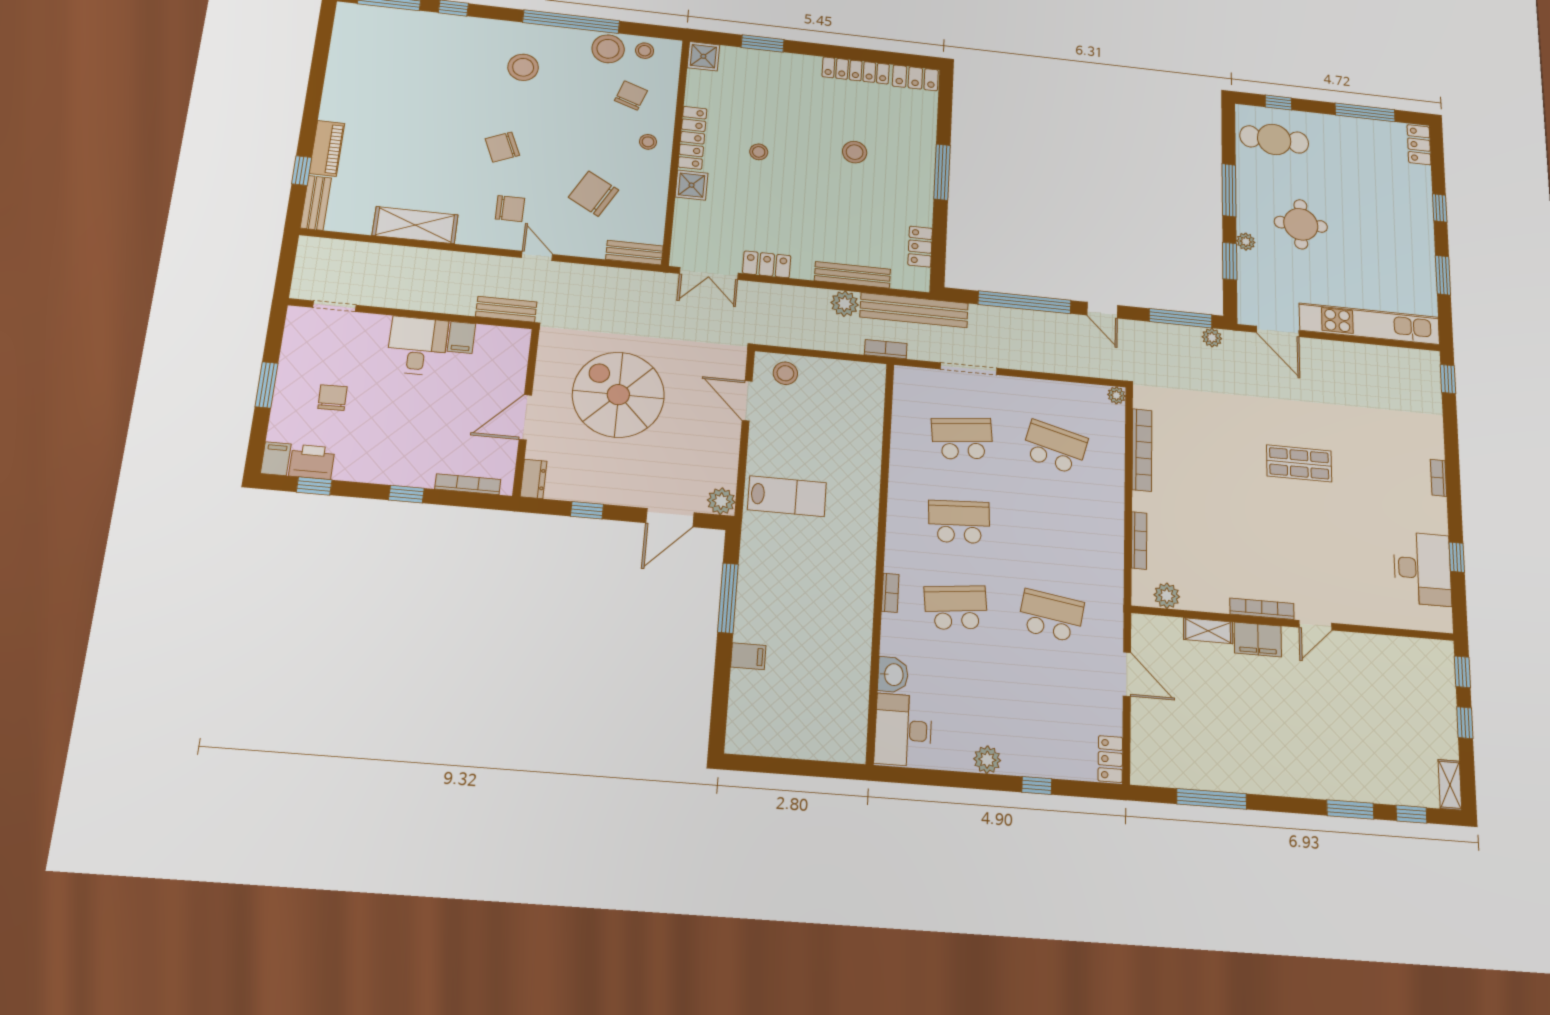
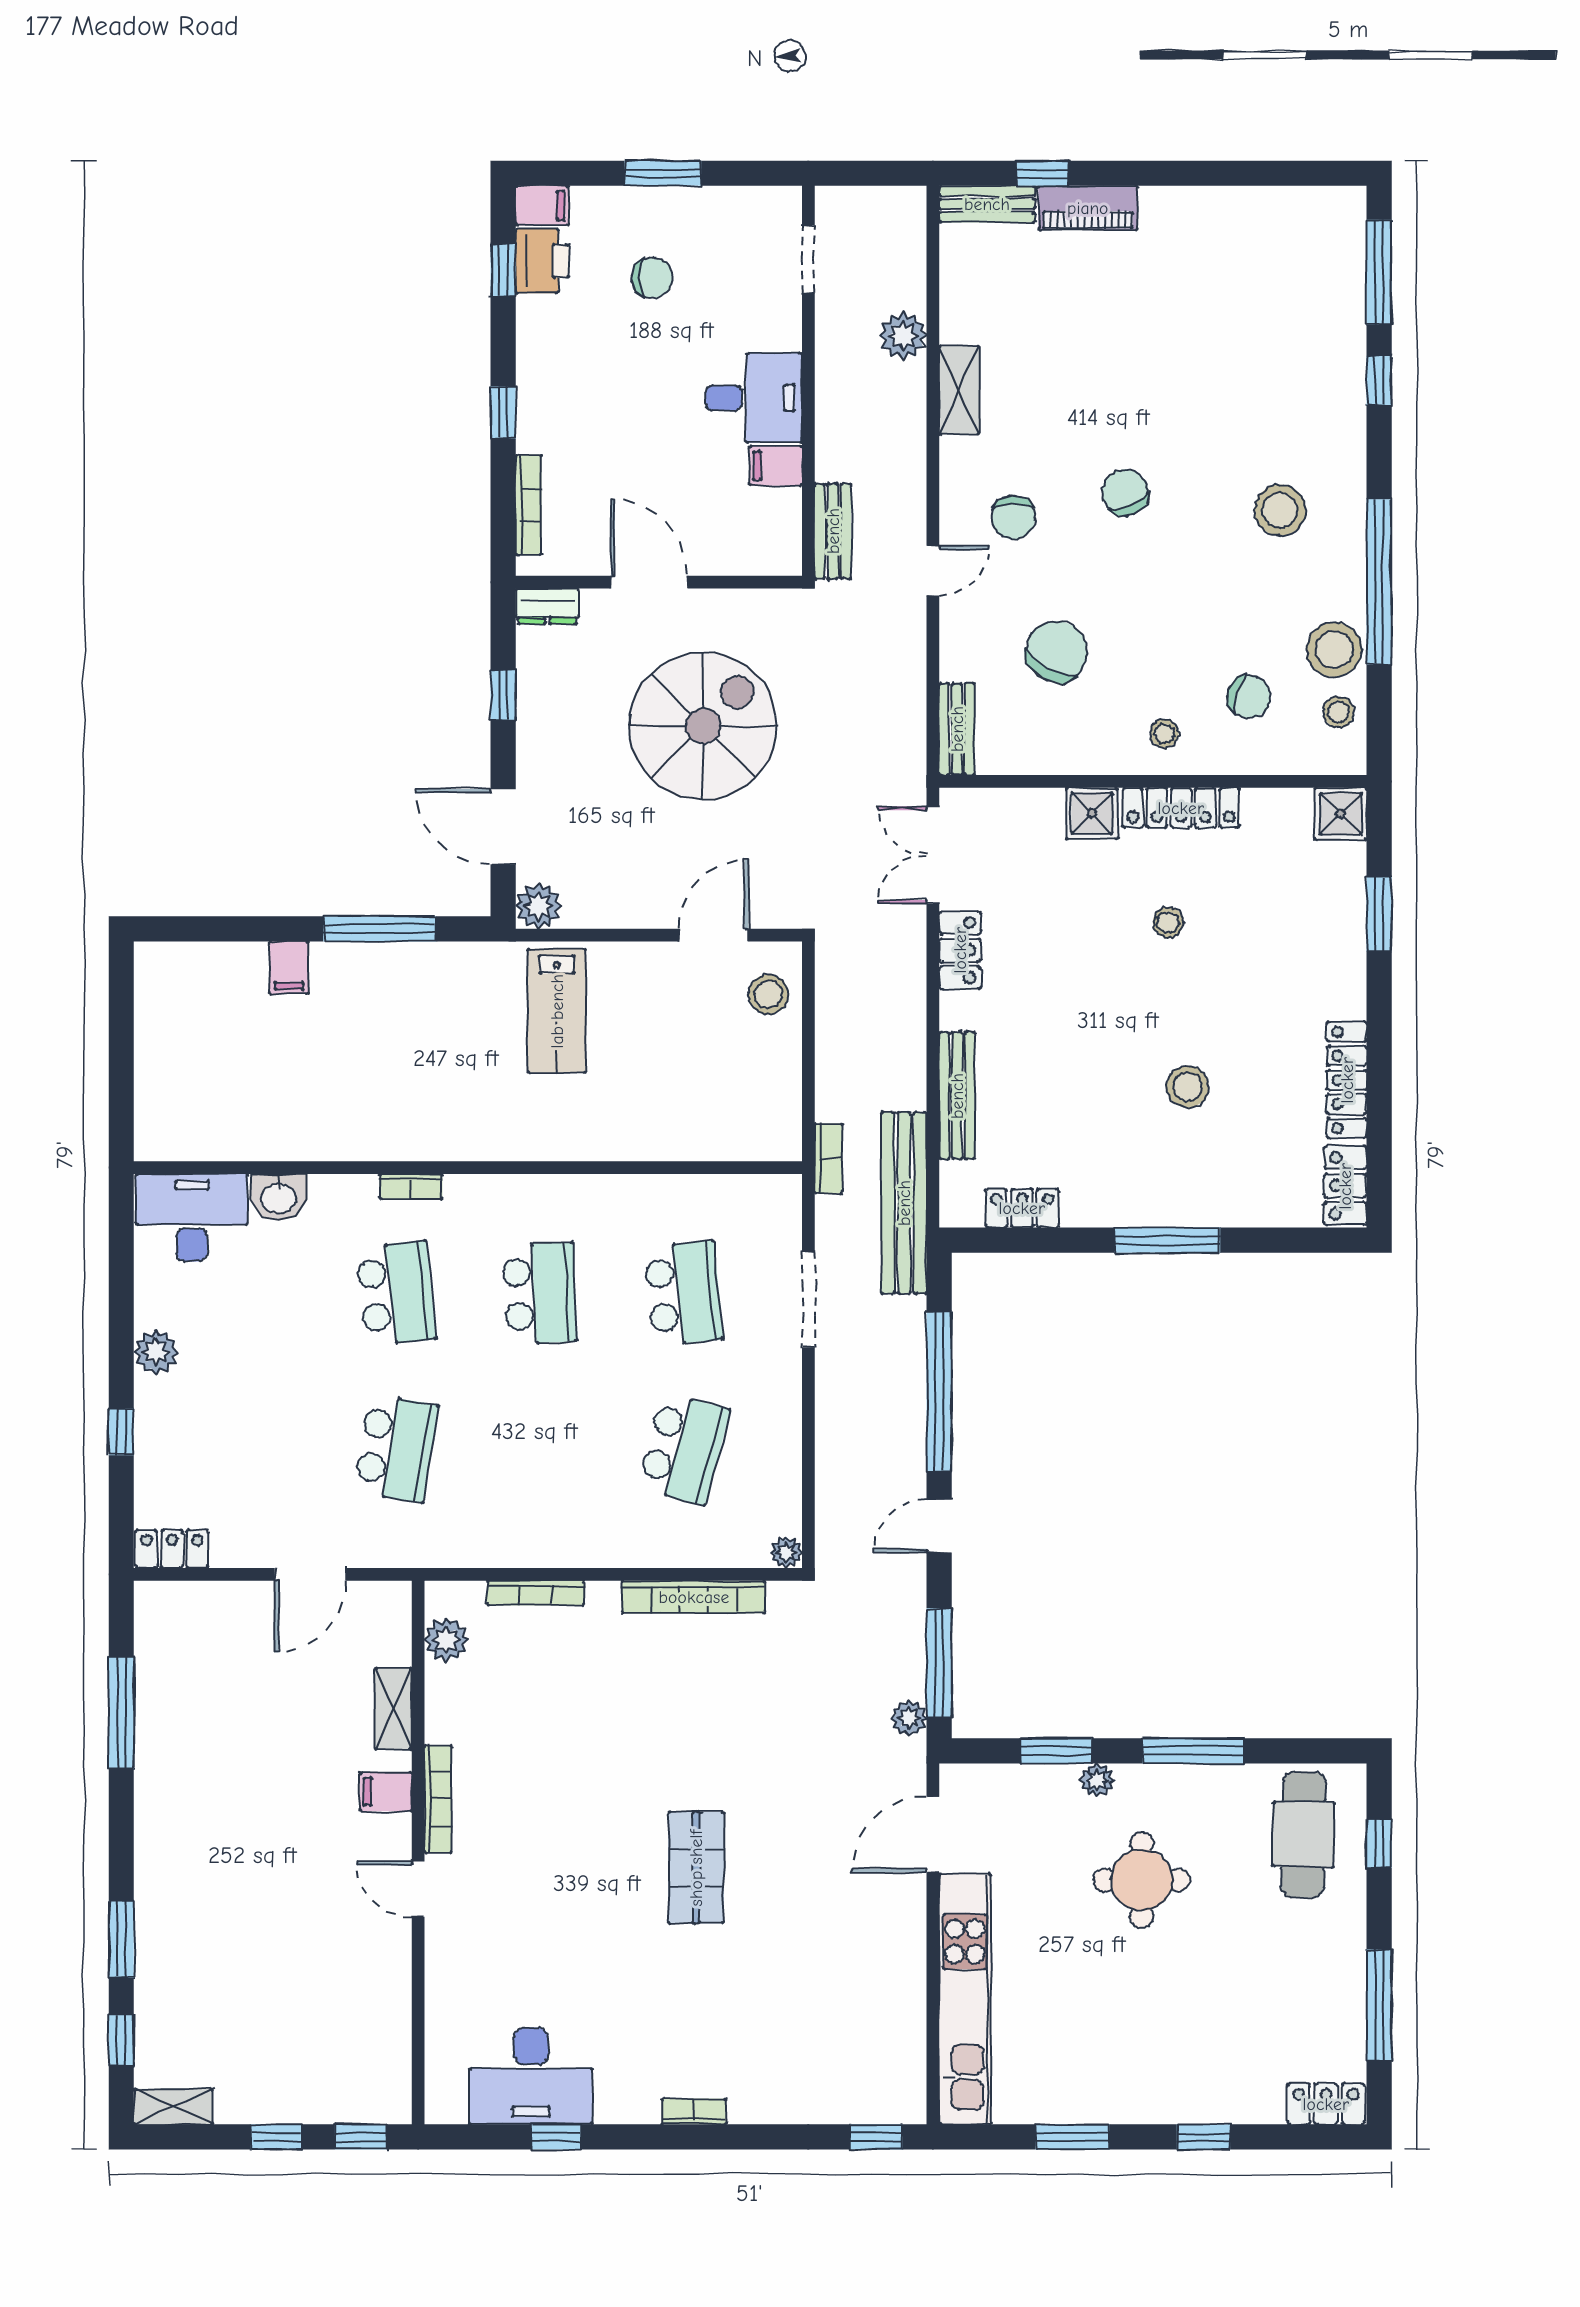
shelving: (415, 225) -> (959, 390), width x0.67, depth x0.75
plant: (845, 304) -> (903, 336), moved
filing cabinet: (1258, 640) -> (386, 1792), width x0.50

